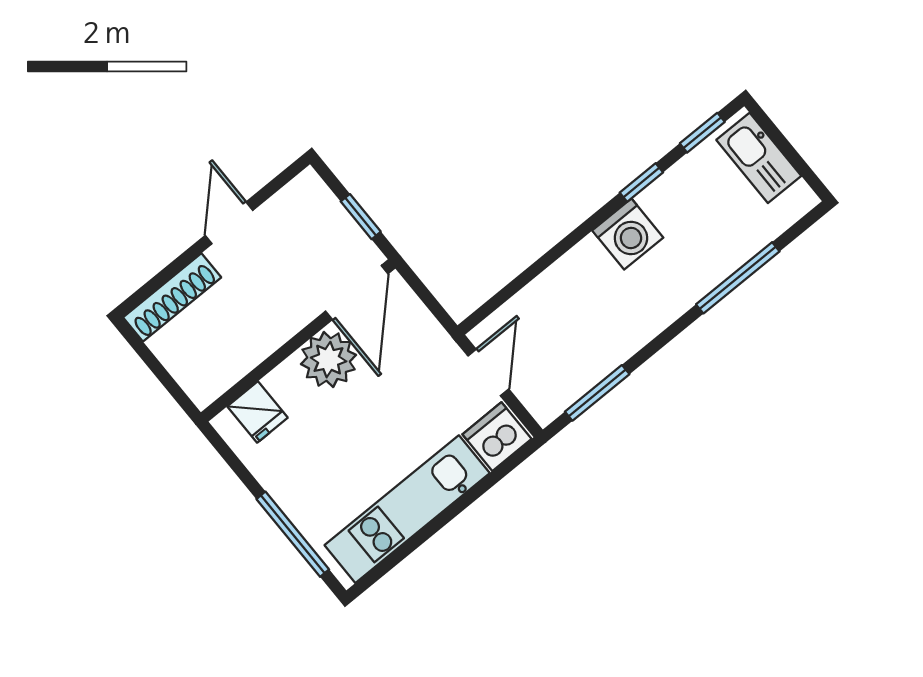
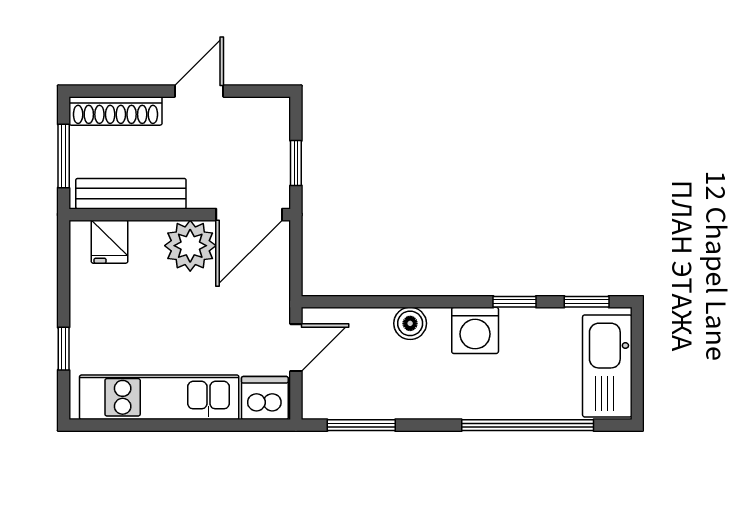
kitchen sink: (759, 158) -> (607, 366), width x1.36, depth x1.24
boiler: (568, 273) -> (410, 323), added
window: (738, 278) -> (528, 425), width x1.46
bench: (242, 357) -> (131, 194), added
window: (159, 371) -> (64, 156), added
window: (293, 534) -> (64, 349), width x0.46

